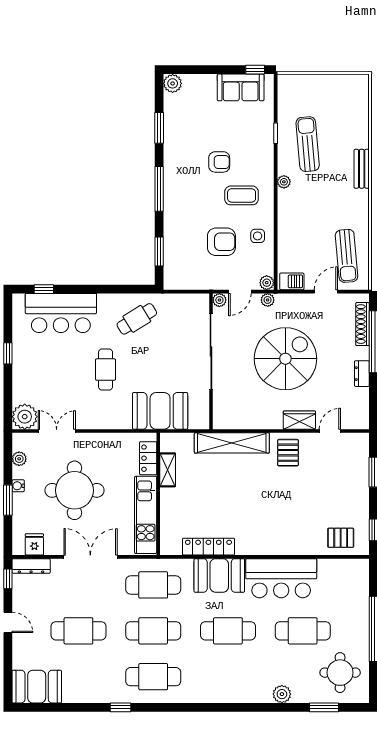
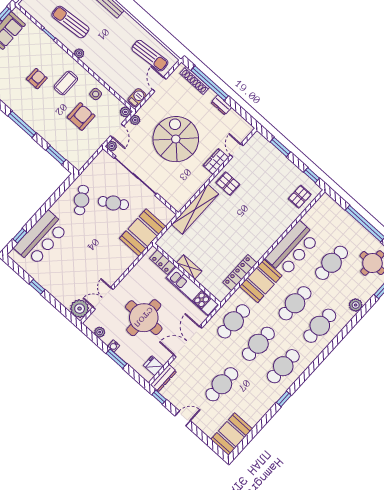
cafe table: (106, 370) -> (113, 203), moved, turned -33
shelving: (168, 470) -> (189, 267), moved
cafe table: (228, 677) -> (320, 326), added

